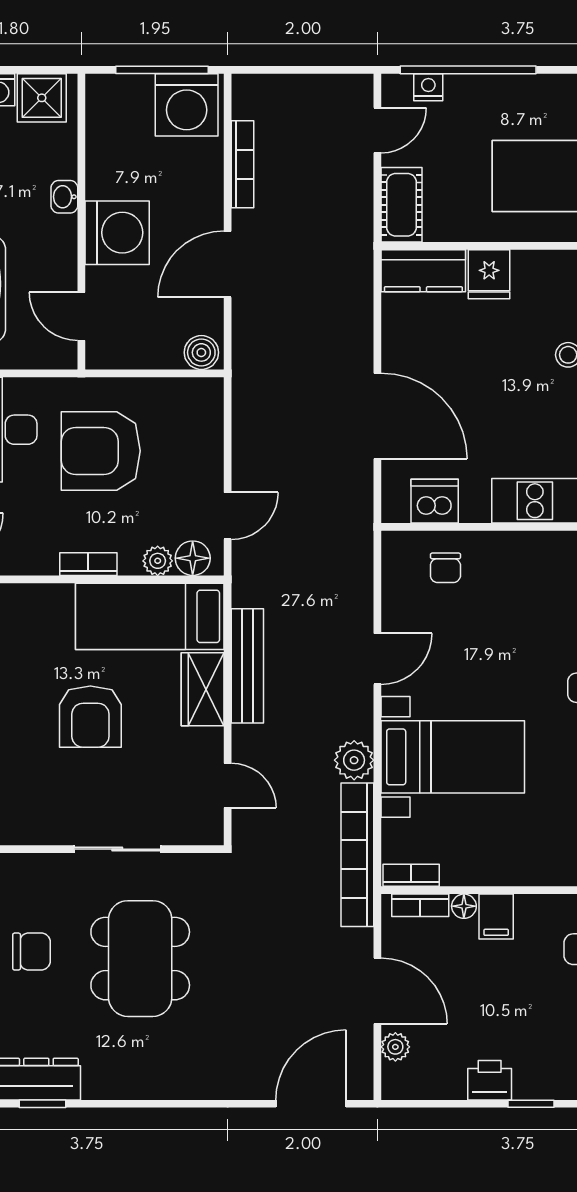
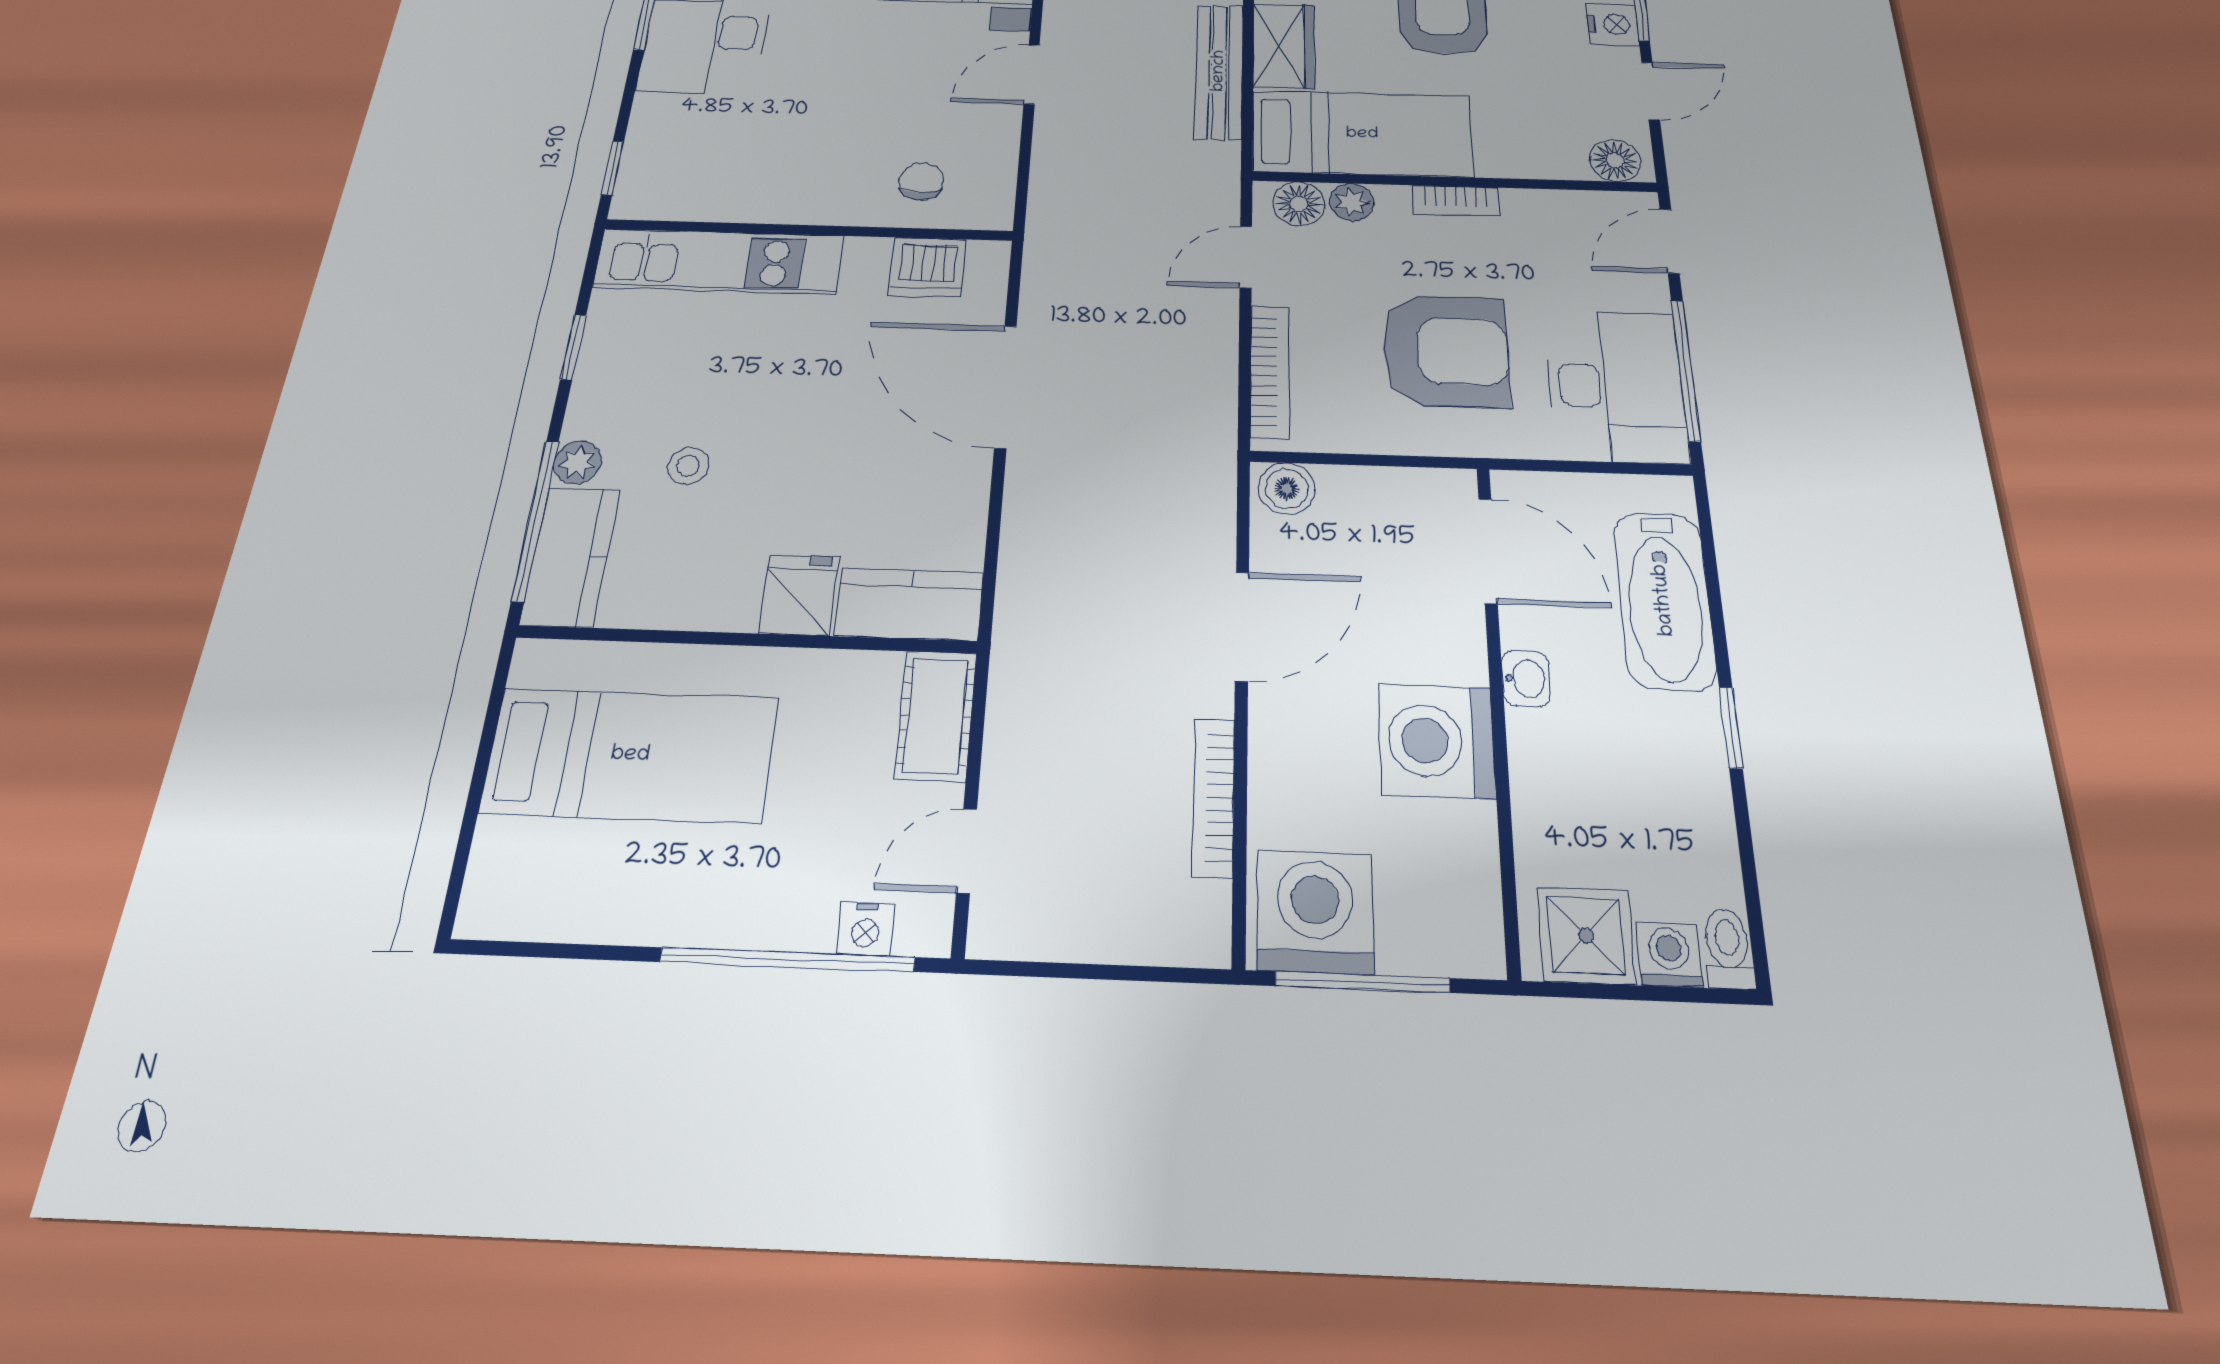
washbasin: (64, 197) -> (1526, 678), moved
washing machine: (117, 233) -> (1436, 741), moved
door: (81, 316) -> (1488, 551), width x1.37
bookcase: (212, 433) -> (1270, 371), added

